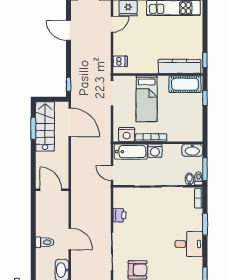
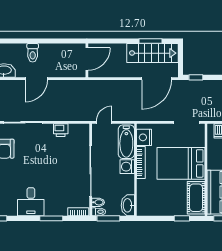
bed: (147, 99) -> (181, 163), width x1.50

